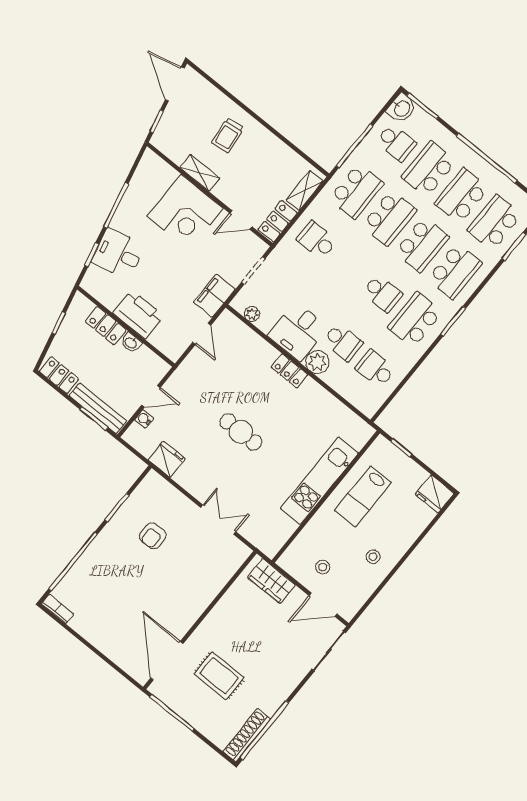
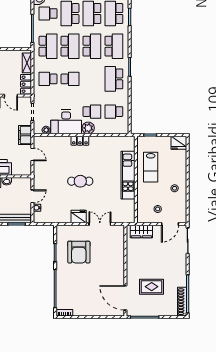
school desk: (396, 142) -> (48, 14), turned 180
door: (241, 220) -> (11, 96), hinge flipped
school desk: (382, 293) -> (70, 79), moved
desk: (298, 331) -> (66, 122), width x1.37
fridge: (167, 459) -> (79, 217), moved
armchair: (153, 536) -> (79, 252), width x1.88, depth x1.88

